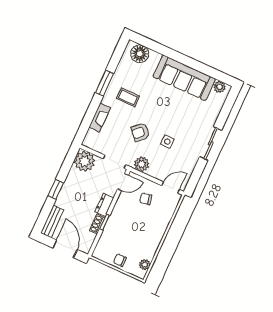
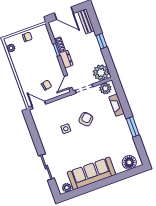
coffee table: (128, 97) -> (112, 132), removed
sliding door: (211, 143) -> (46, 167), moved
plant: (142, 164) -> (105, 88), moved
door: (171, 188) -> (39, 105), swing flipped

